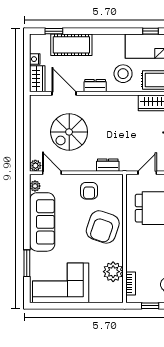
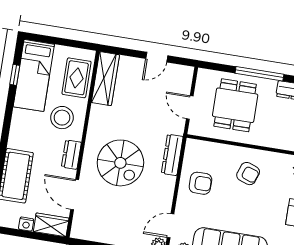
door: (64, 93) -> (75, 195), hinge flipped
spiral stairs: (69, 132) -> (120, 163), moved
dresser: (108, 165) -> (172, 155), width x1.44
armchair: (103, 227) -> (248, 174), width x0.53, depth x0.53

